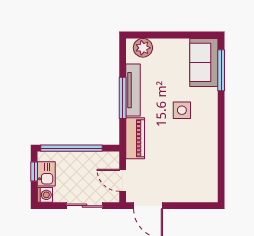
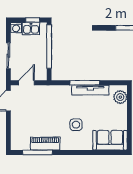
window: (221, 70) -> (37, 152), moved
piano: (135, 138) -> (45, 144), moved, turned 180

